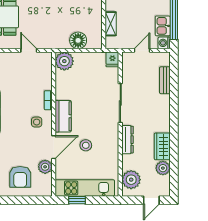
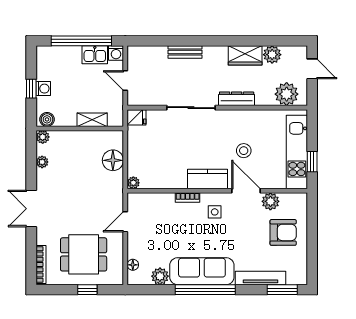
plant: (64, 61) -> (133, 183), width x0.53, depth x0.53
bench: (165, 80) -> (185, 52), moved

